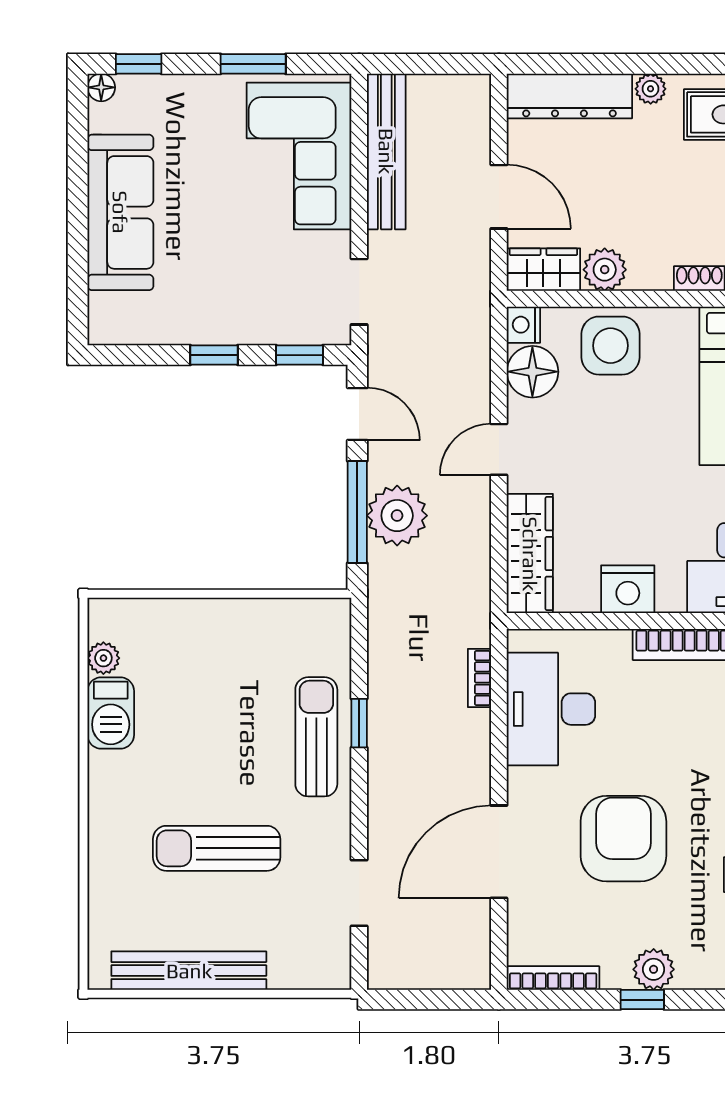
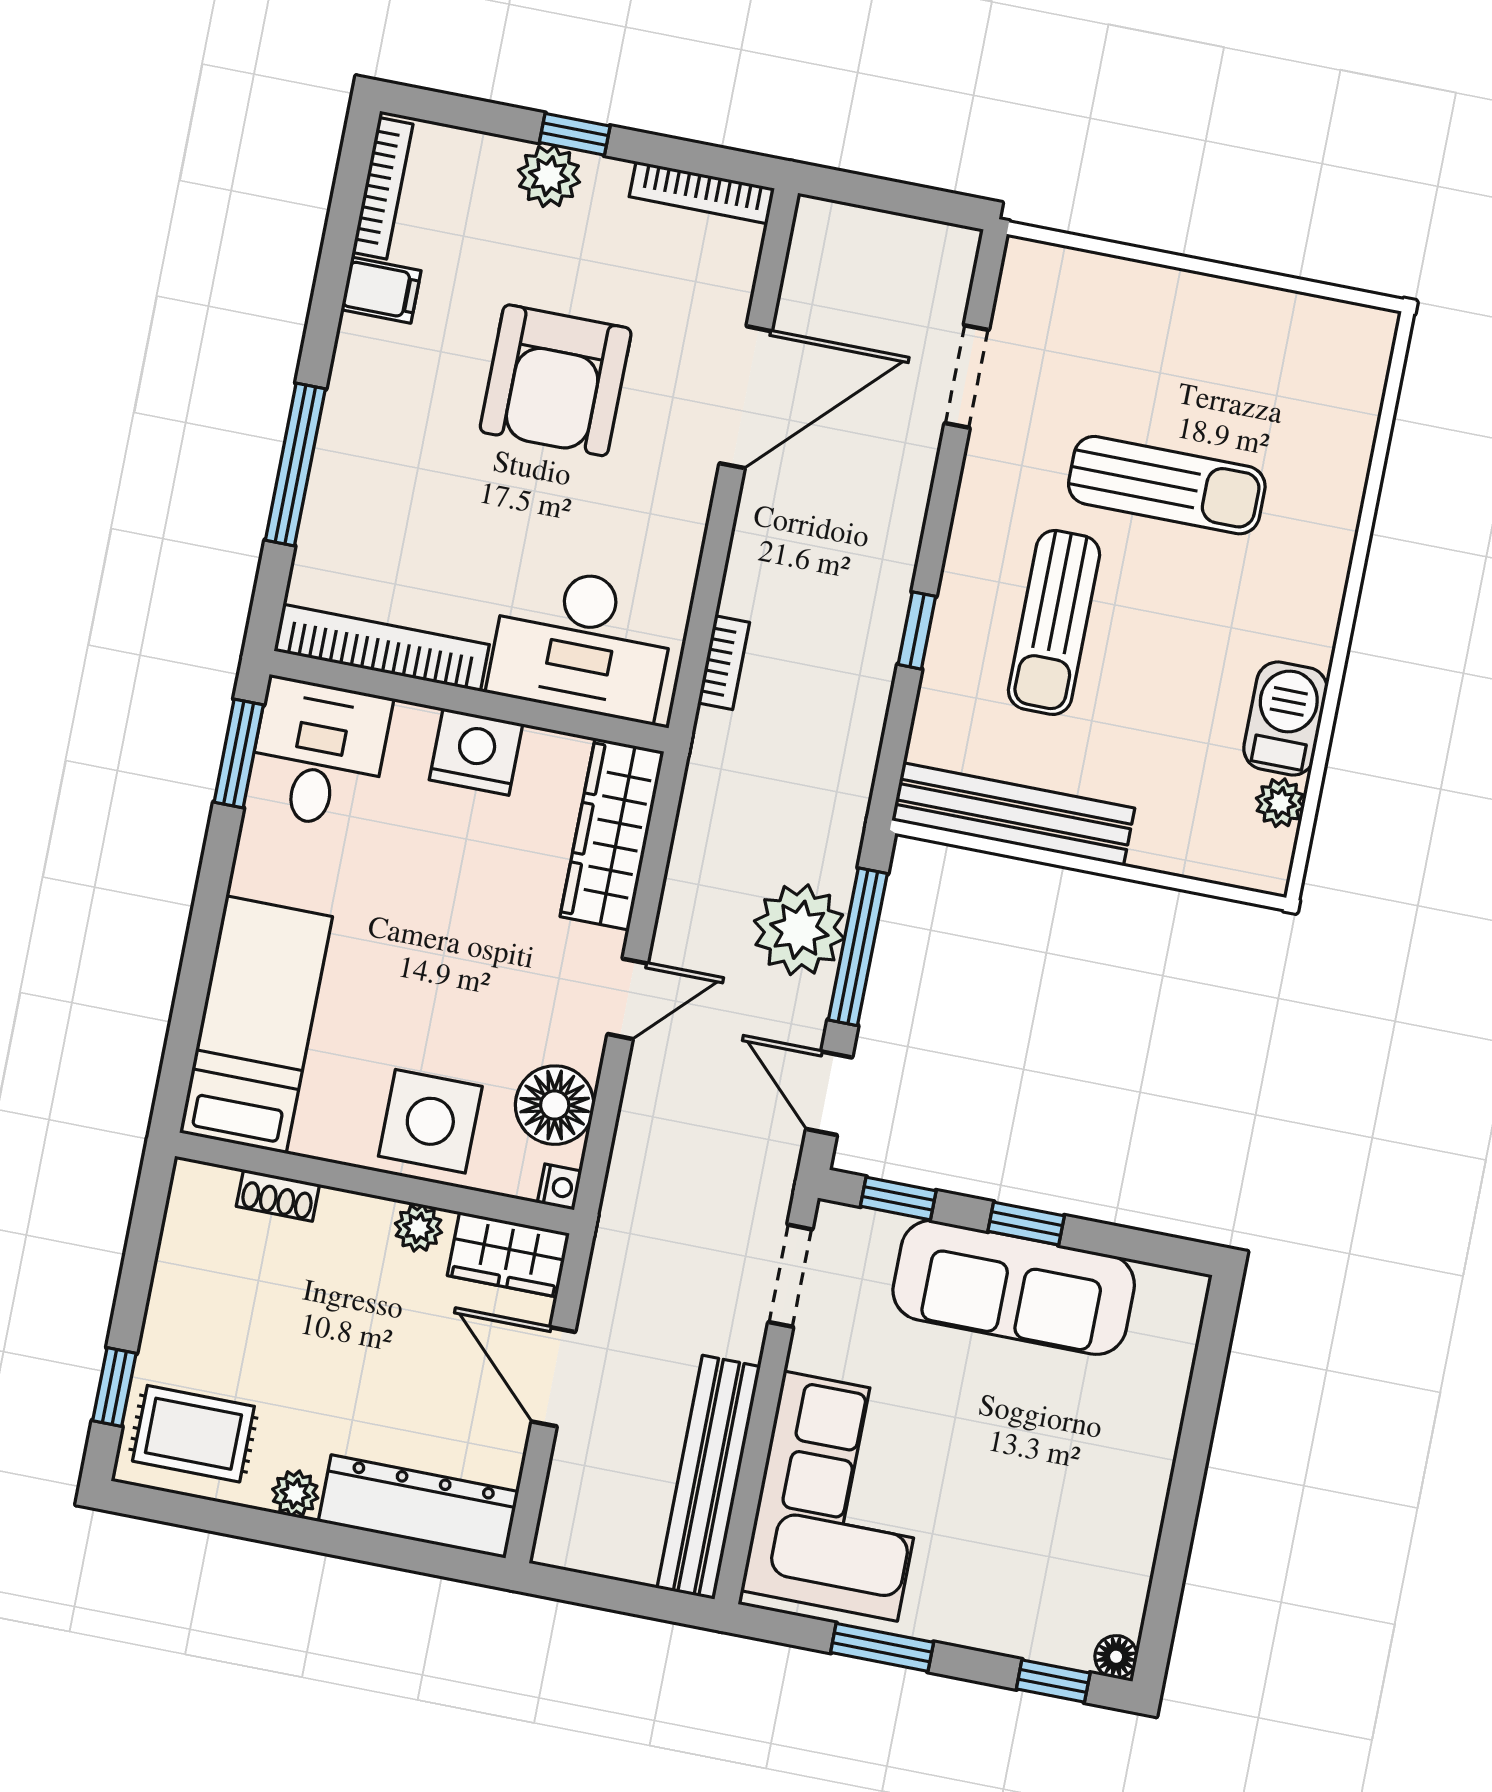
sofa: (120, 212) -> (1014, 1287), moved, turned -90
plant: (605, 270) -> (418, 1228), width x0.73, depth x0.73
nightstand: (523, 325) -> (559, 1187), width x0.72, depth x0.74
desk: (551, 709) -> (582, 643), moved, turned 90
sun lounger: (316, 737) -> (1054, 622), moved
bench: (189, 971) -> (1013, 814), moved

